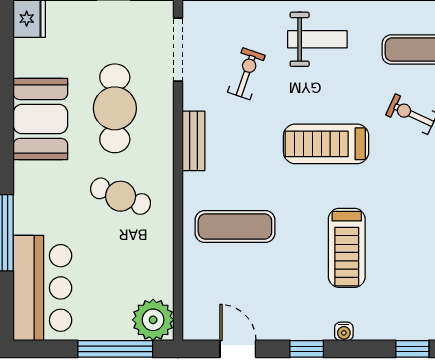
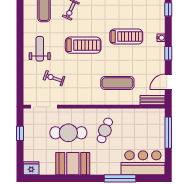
bench: (194, 141) -> (152, 100), moved
treadmill: (326, 144) -> (83, 45), turned -90
exercise mat: (235, 226) -> (117, 83), turned 90
plant: (153, 320) -> (156, 117), removed

